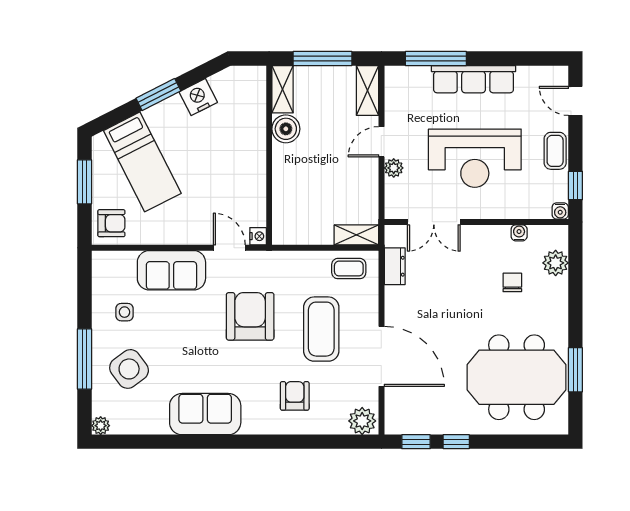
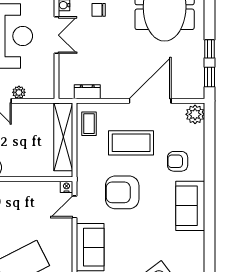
double door: (434, 222) -> (57, 35), moved
shelving: (356, 235) -> (63, 137), width x2.20, depth x1.33
sofa: (205, 414) -> (190, 206), moved

